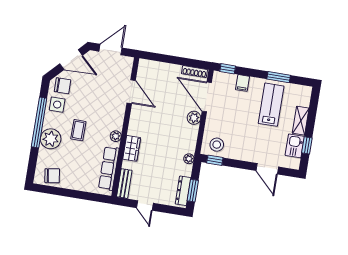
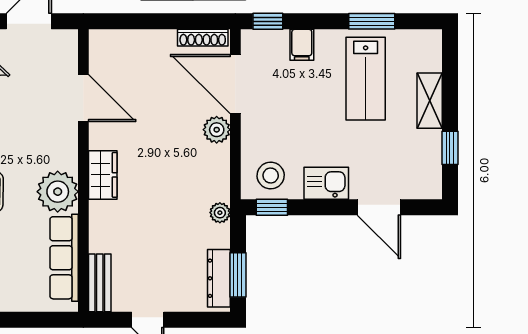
lab bench: (271, 105) -> (366, 79), turned 180
plant: (116, 136) -> (58, 192), width x1.87, depth x1.87
kitchen sink: (295, 146) -> (326, 183), moved, turned 90
wardrobe: (132, 148) -> (103, 175), moved

